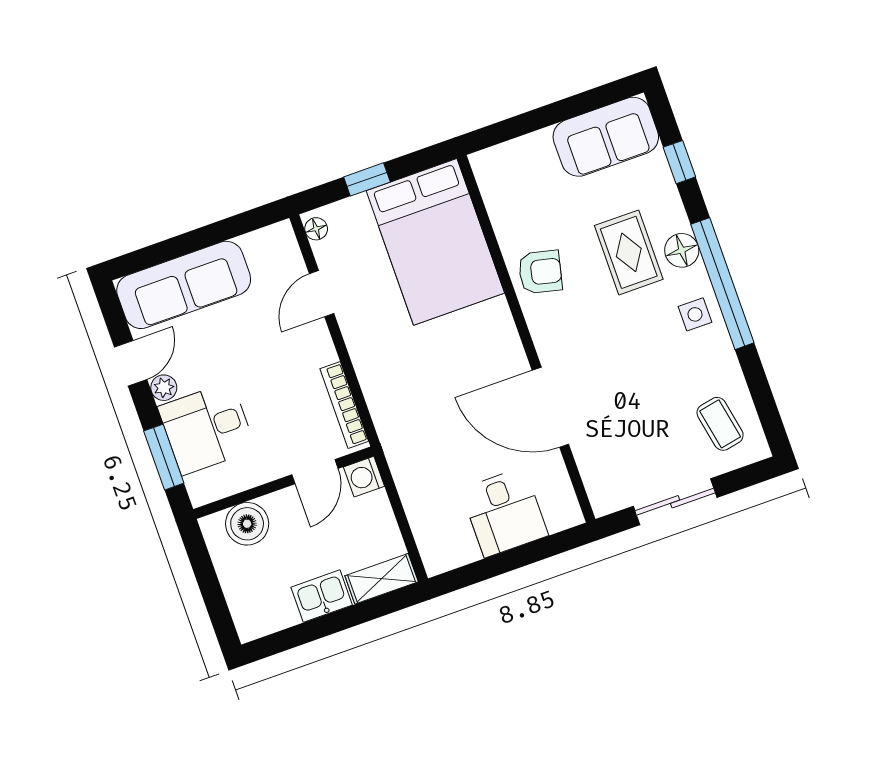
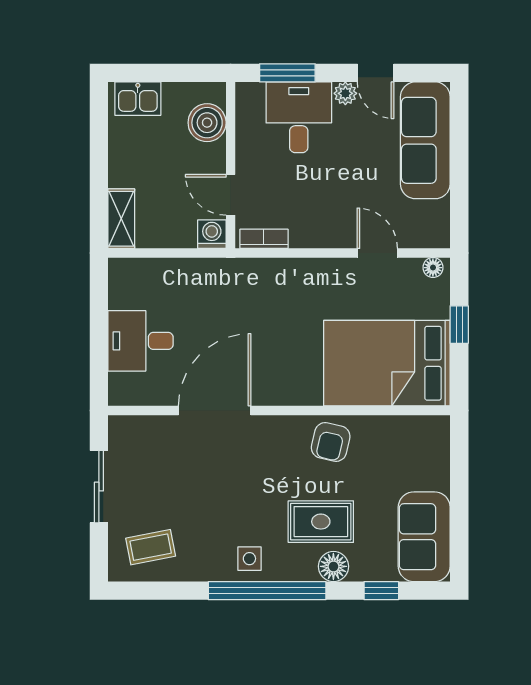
floor lamp: (682, 250) -> (333, 566), moved
bookcase: (344, 405) -> (264, 239), width x0.64
kitchen sink: (322, 596) -> (138, 99), moved, turned 90

